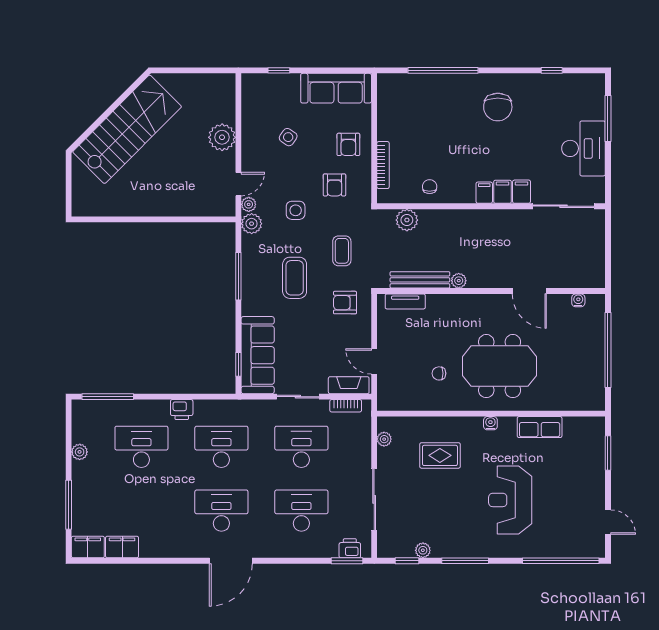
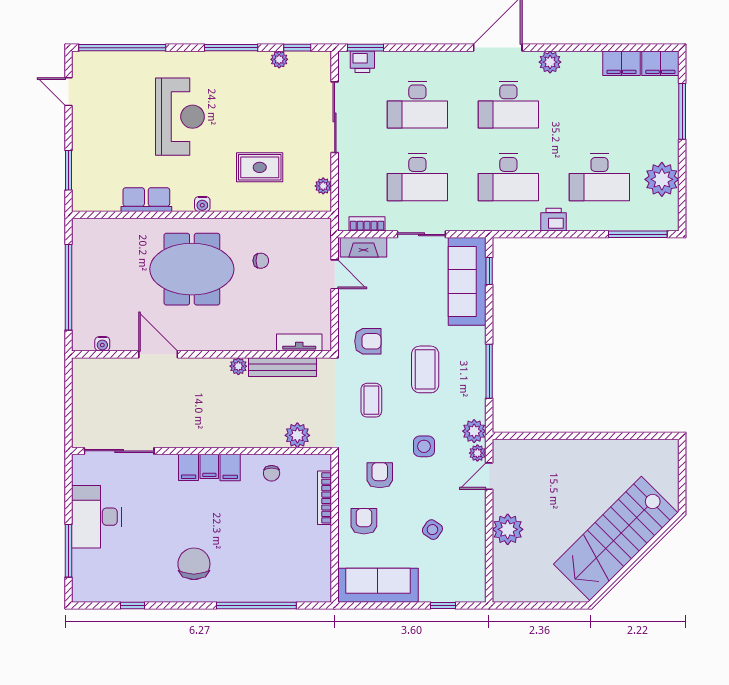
filing cabinet: (522, 192) -> (230, 468), moved
plant: (80, 452) -> (662, 179), width x1.87, depth x1.87
plant: (185, 548) -> (550, 62), added

